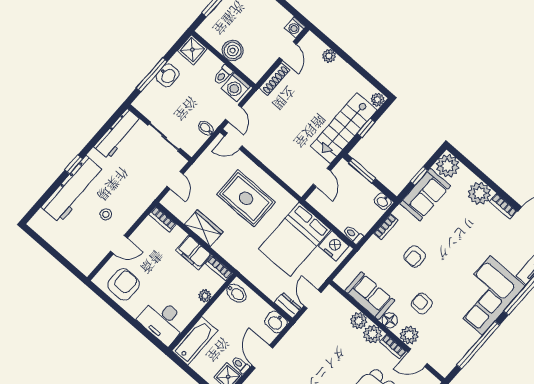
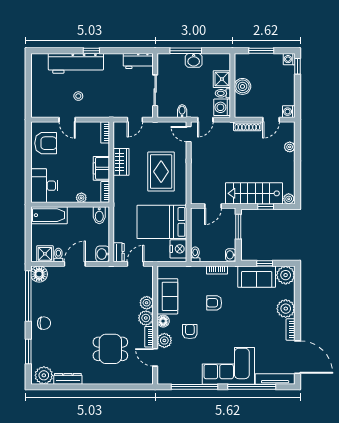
shower: (192, 50) -> (222, 79), moved
workbench: (118, 134) -> (138, 61), width x0.73

